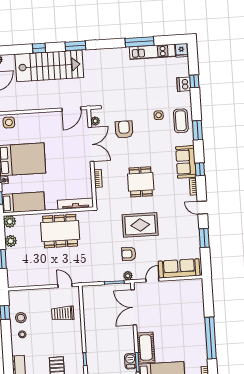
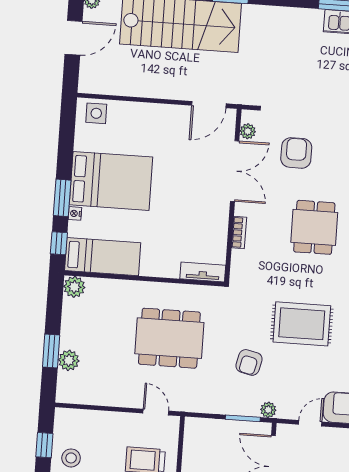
dining table: (141, 182) -> (314, 227), moved
tv unit: (76, 204) -> (203, 272), width x0.71
dining table: (60, 231) -> (169, 338), moved
plant: (11, 241) -> (69, 360), moved
armchair: (129, 254) -> (249, 362), moved, turned -77

